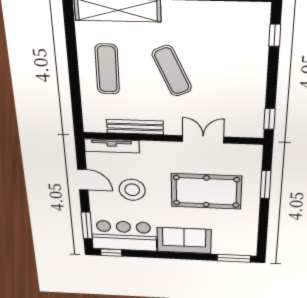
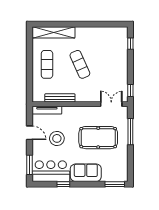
double door: (203, 139) -> (111, 104), moved
window: (265, 185) -> (130, 132), width x1.44
window: (111, 253) -> (63, 184), moved

